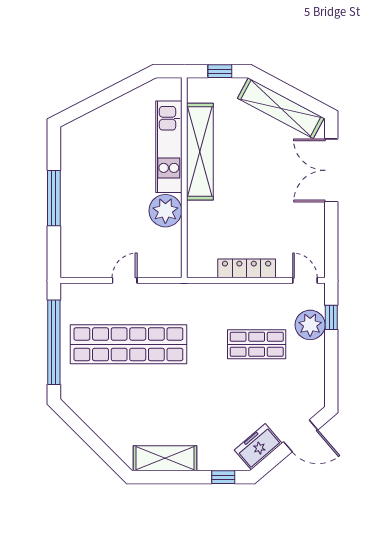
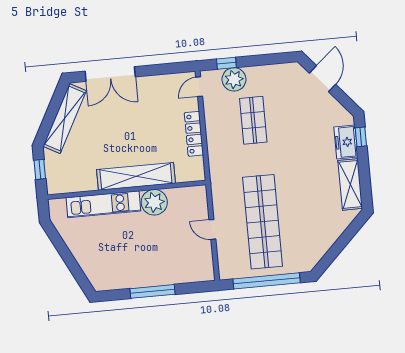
shelving: (200, 152) -> (136, 176), moved
freezer: (258, 447) -> (346, 142), moved, turned 41

